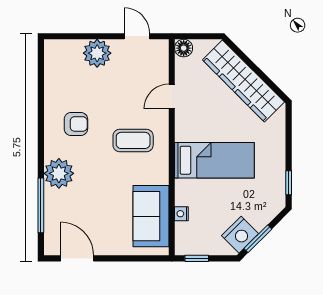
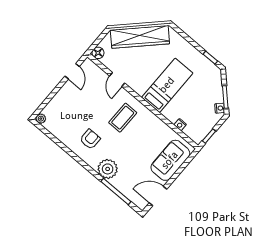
door: (137, 36) -> (72, 71), swing flipped
plant: (97, 53) -> (41, 119), moved, width x0.53, depth x0.53
sofa: (151, 216) -> (170, 160), moved, turned 90
nightstand: (240, 235) -> (220, 108), width x0.53, depth x0.56

